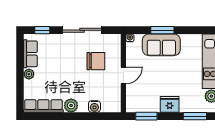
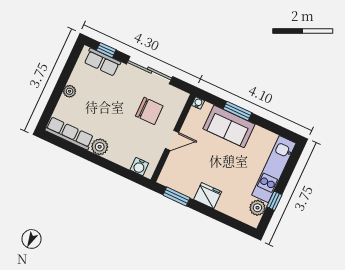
row of seats: (30, 54) -> (102, 62), moved, turned 90
water cooler: (94, 106) -> (139, 167), moved
window: (195, 116) -> (229, 221), removed

